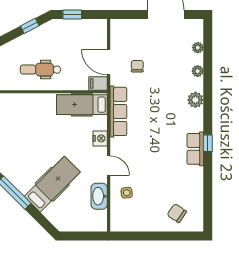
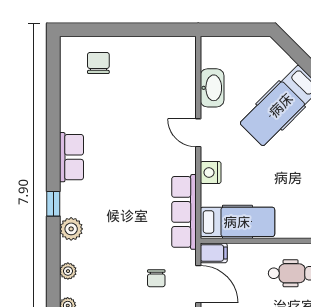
window: (208, 143) -> (53, 204), moved
side table: (127, 193) -> (172, 93), removed
chair: (177, 213) -> (98, 63), turned -124

